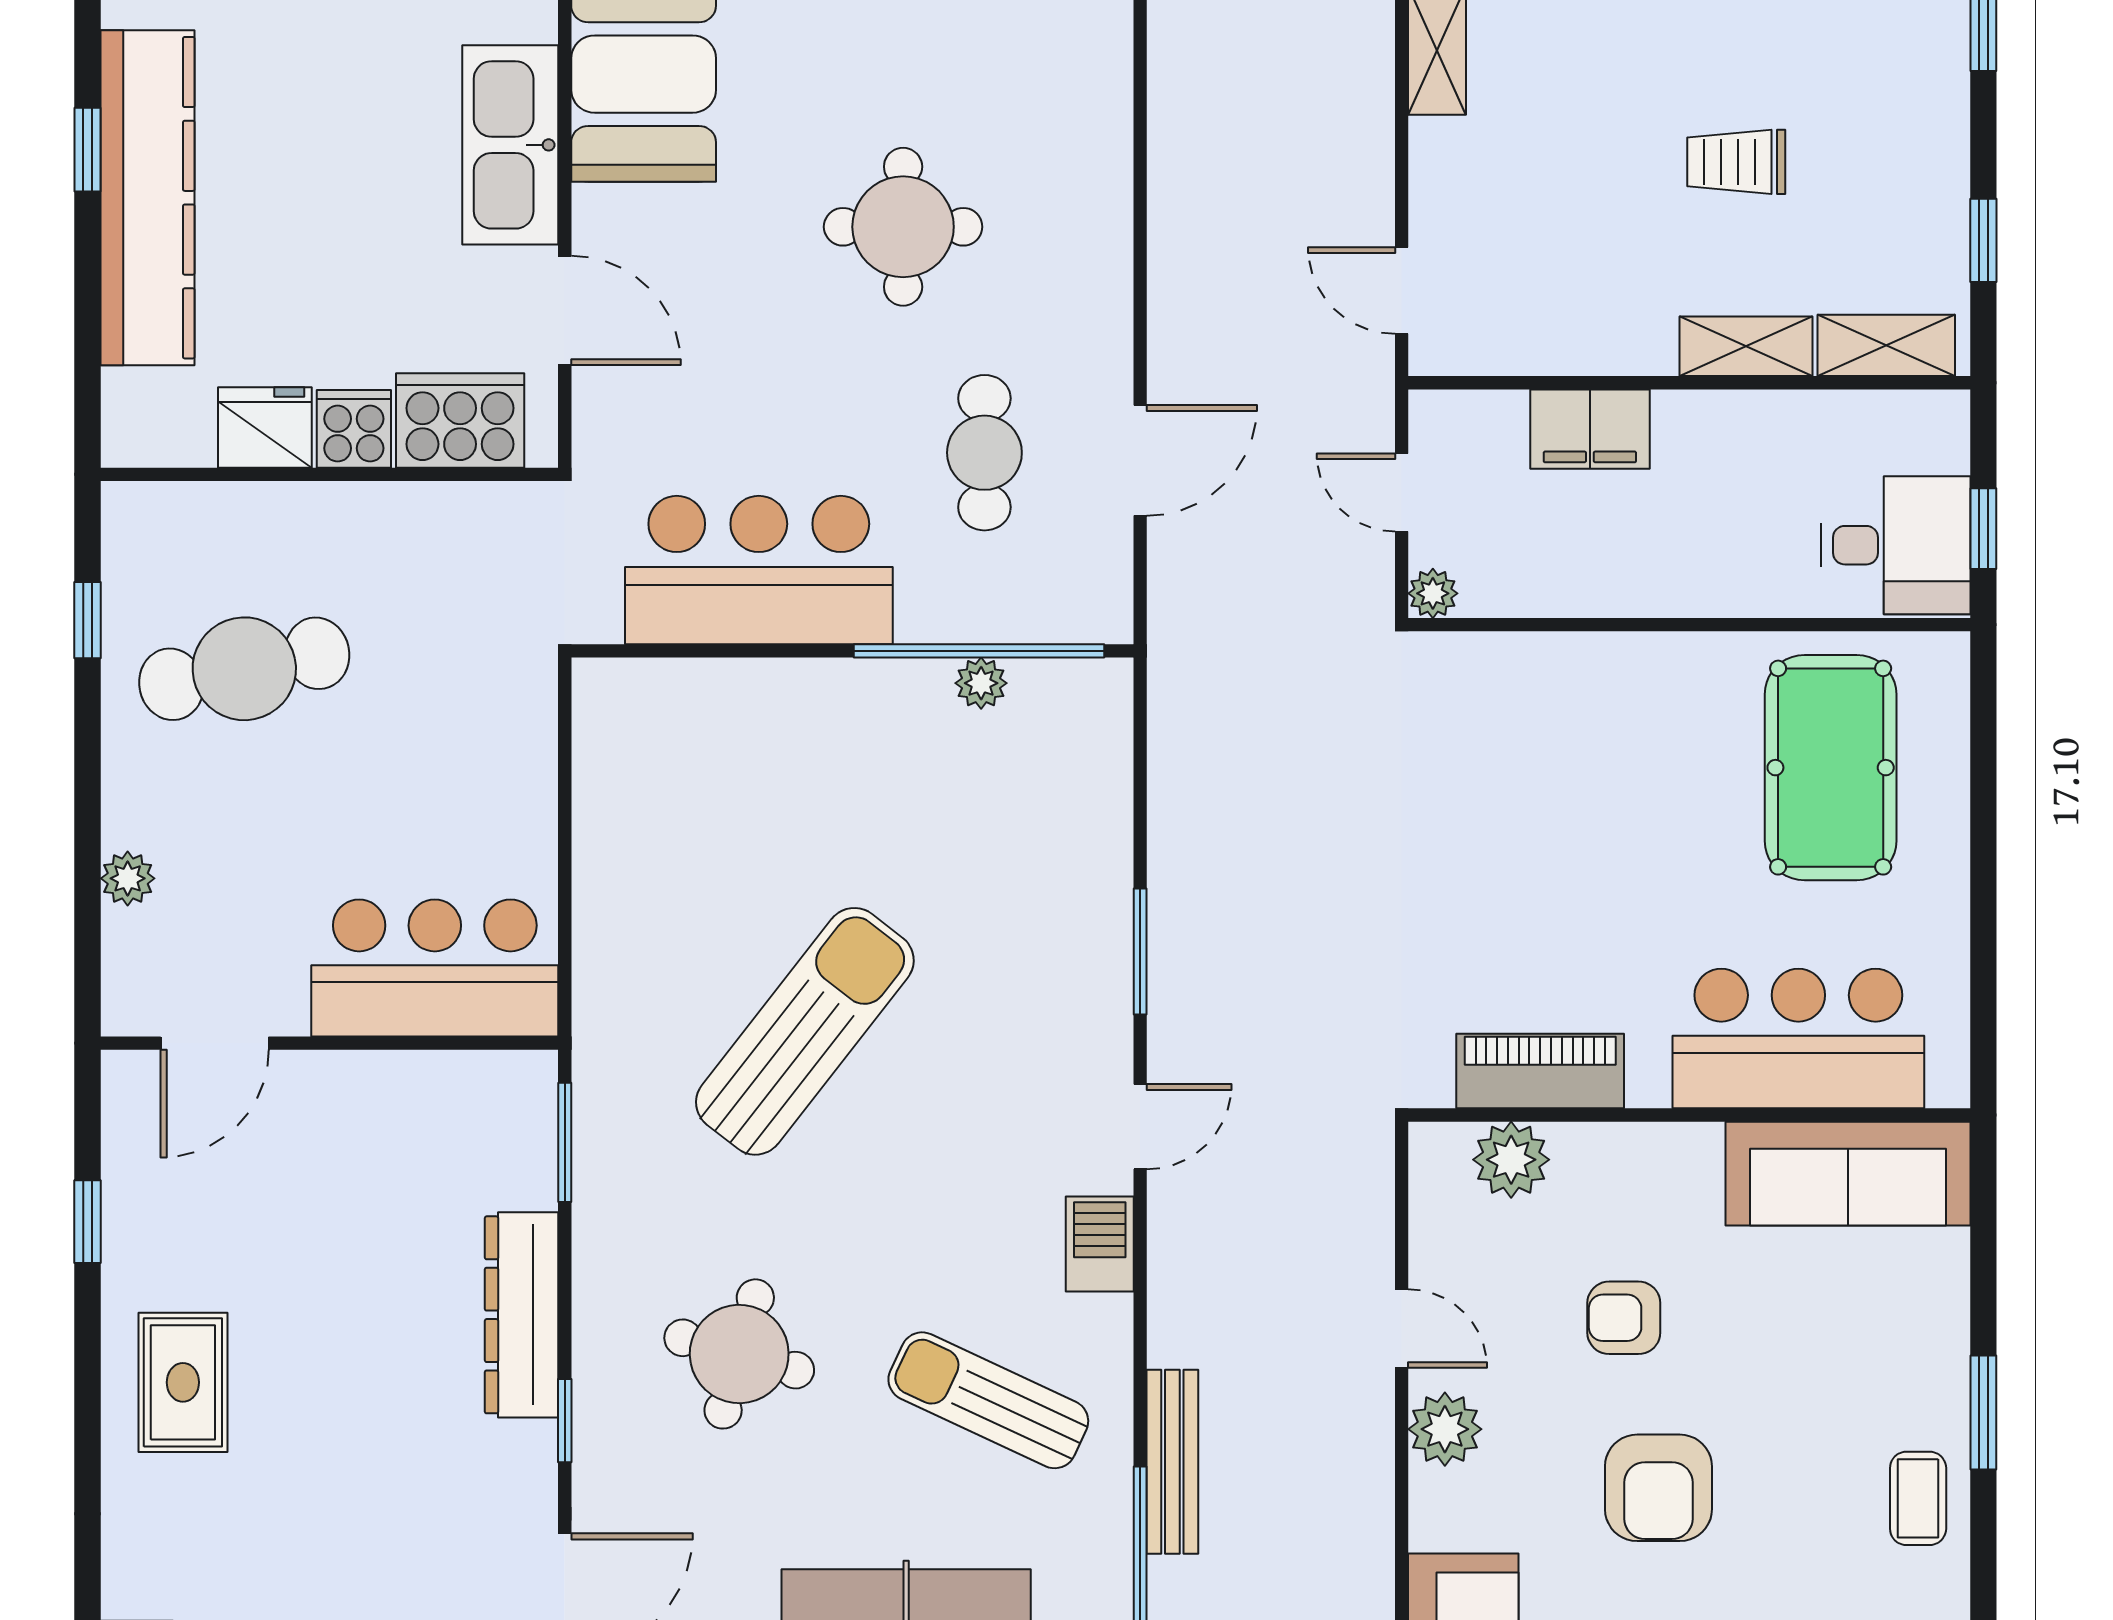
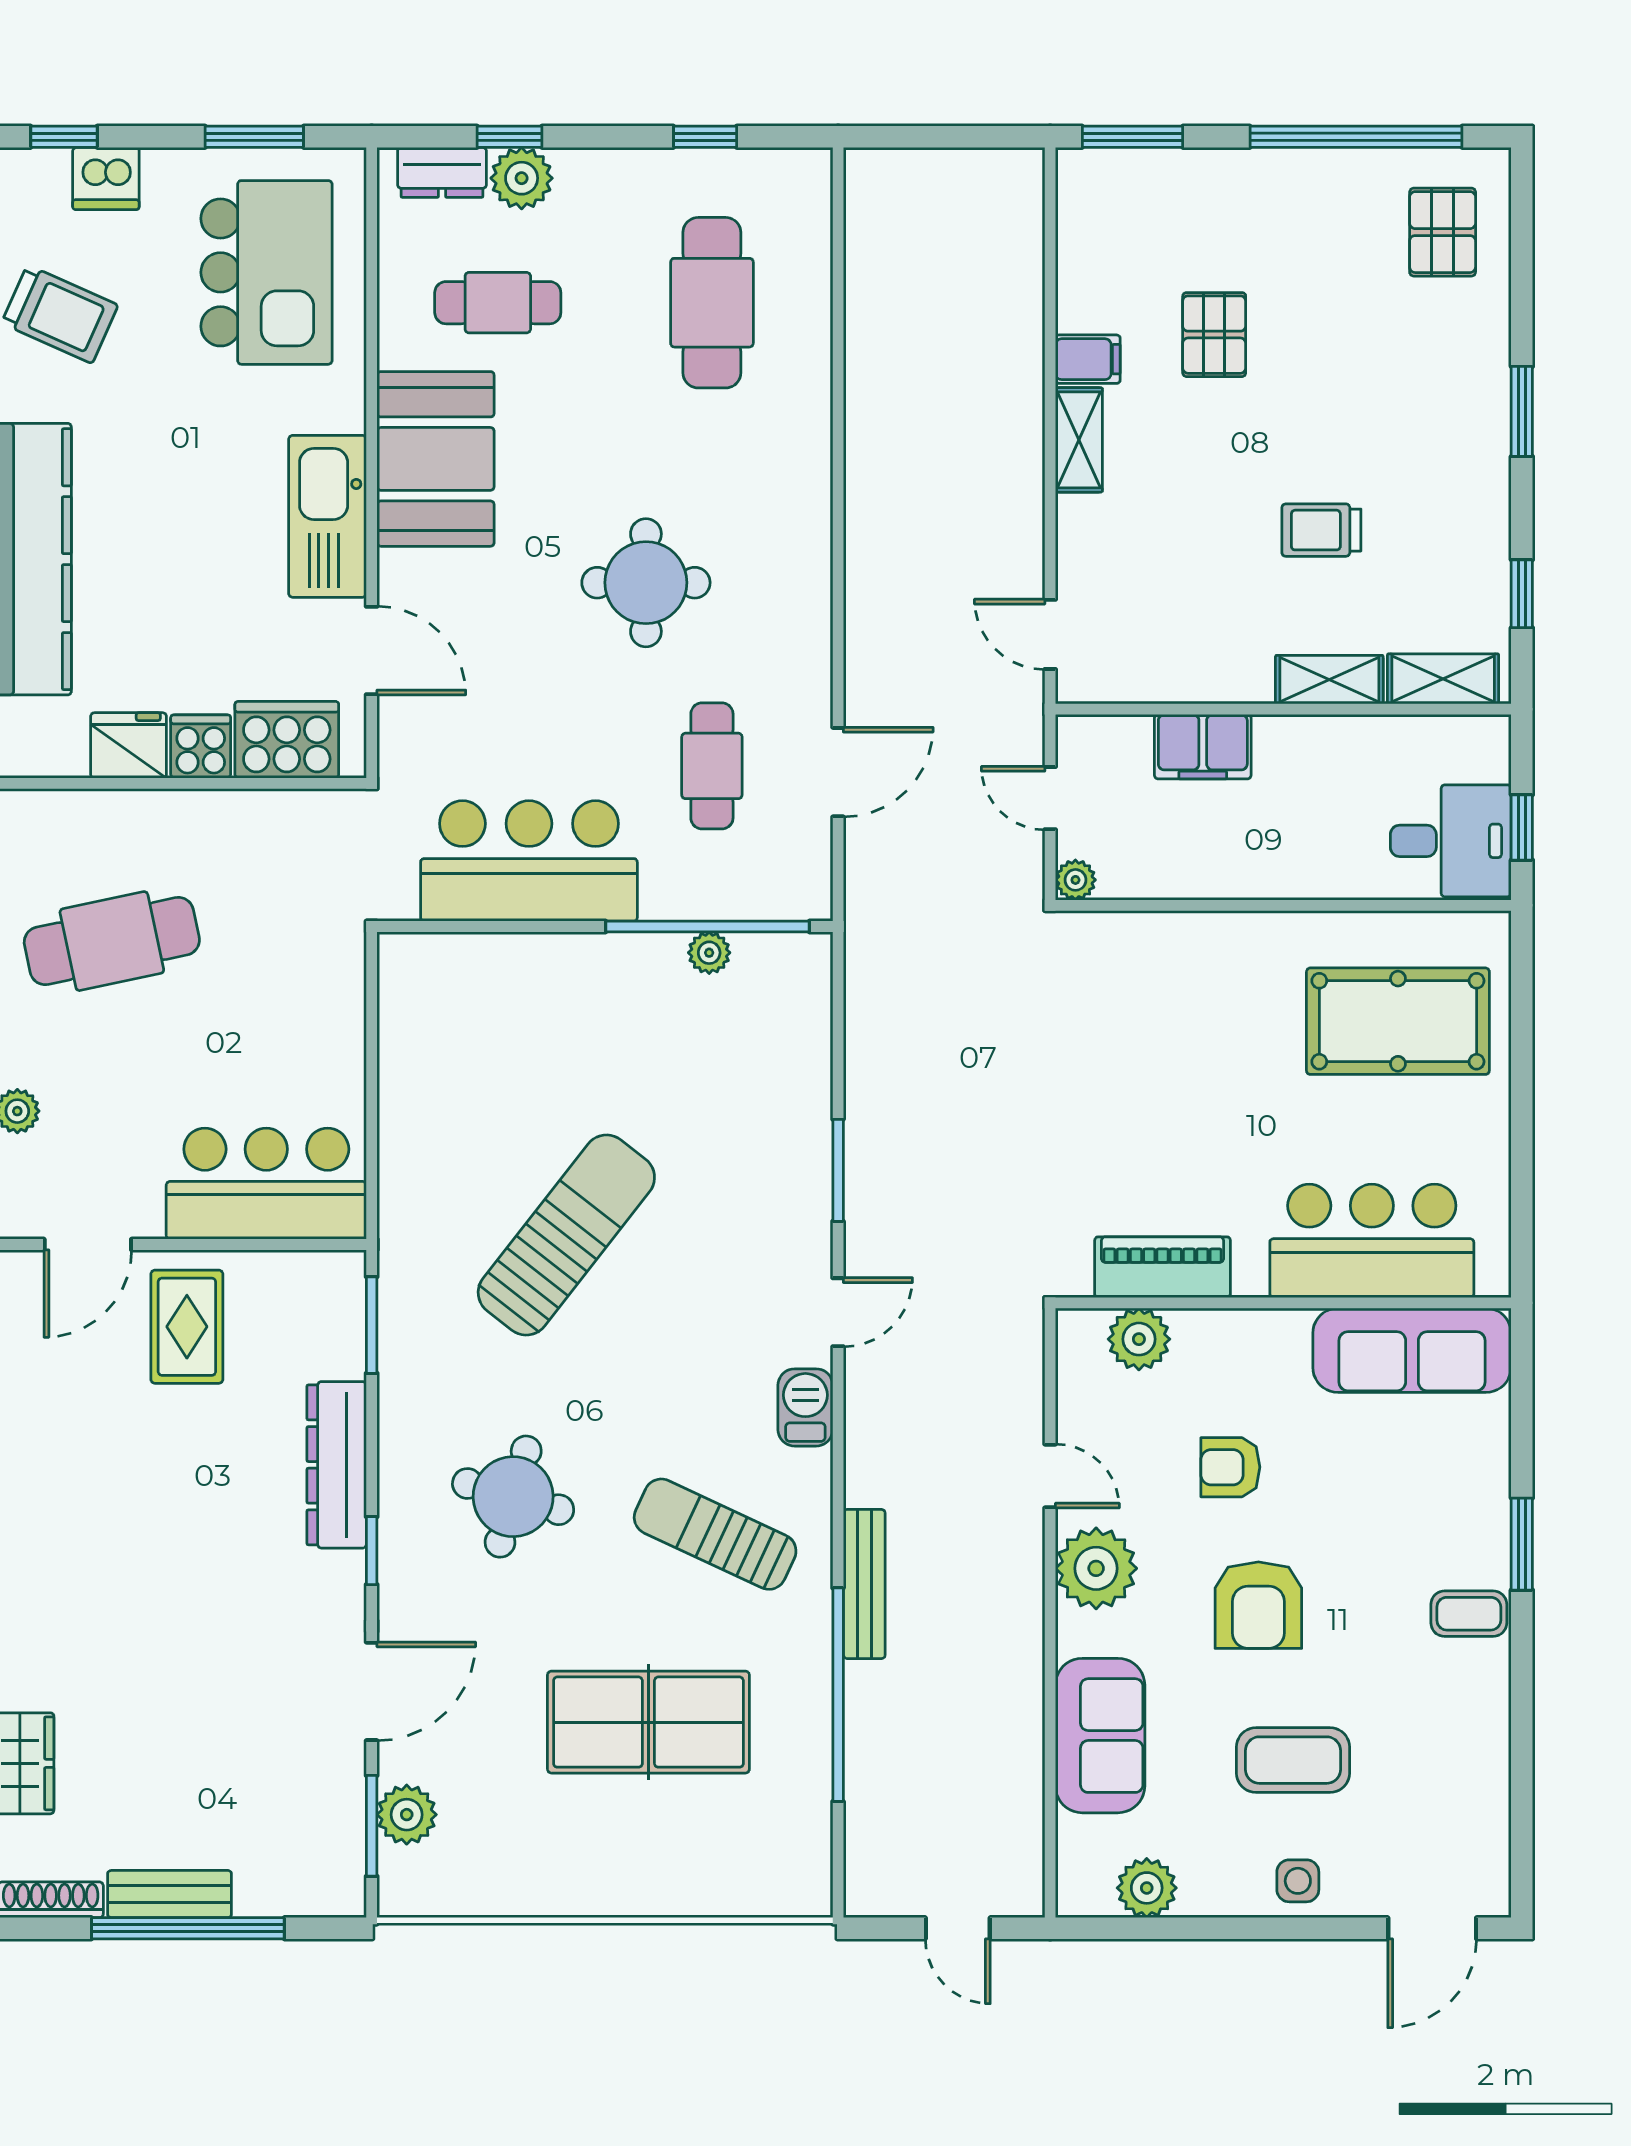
pool table: (1831, 768) -> (1398, 1021), turned 90
rug: (183, 1382) -> (187, 1327), moved
plant: (1445, 1429) -> (1096, 1568), width x1.36, depth x1.36
coffee table: (1918, 1498) -> (1469, 1614), turned 90

